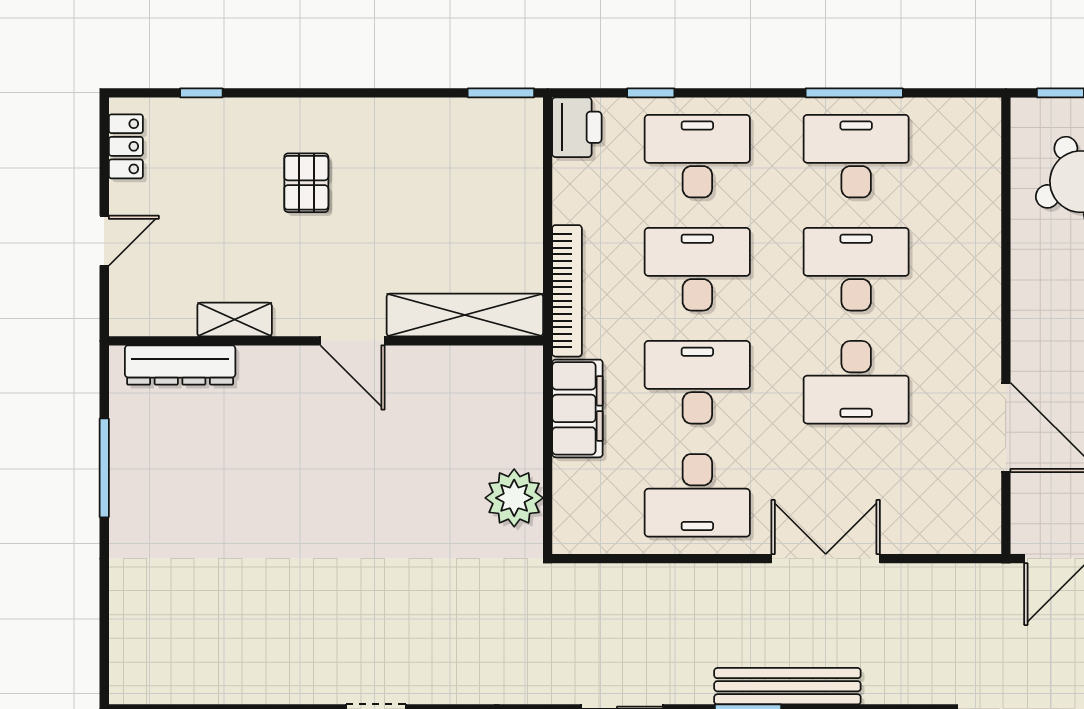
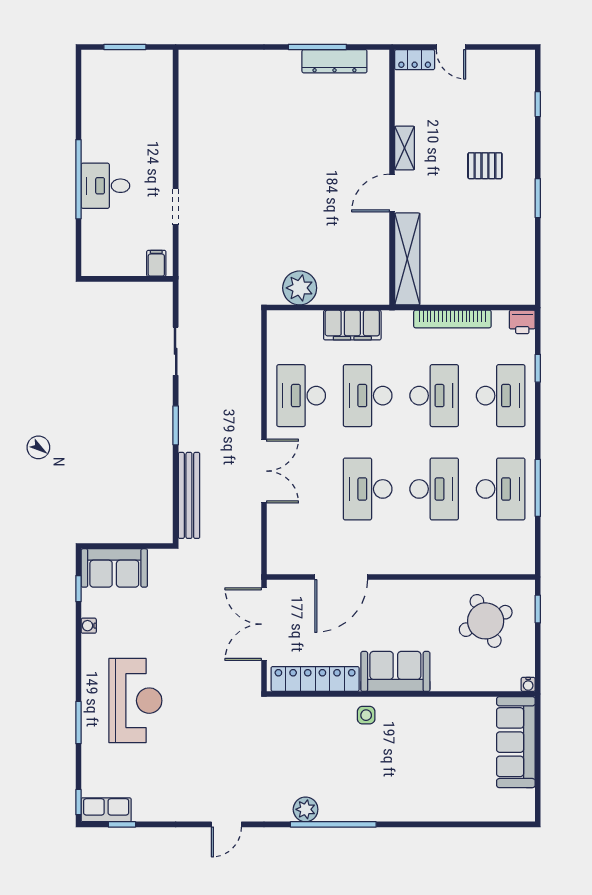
window: (501, 93) -> (538, 198), moved
printer: (577, 127) -> (522, 322), width x0.73, depth x0.81
locker: (126, 146) -> (415, 60), moved
bookcase: (567, 291) -> (452, 319), moved
shelving: (235, 319) -> (405, 148), moved
dresser: (180, 365) -> (334, 61), moved, turned -90
desk: (697, 382) -> (368, 396), turned 180
bench: (787, 686) -> (189, 495), moved

